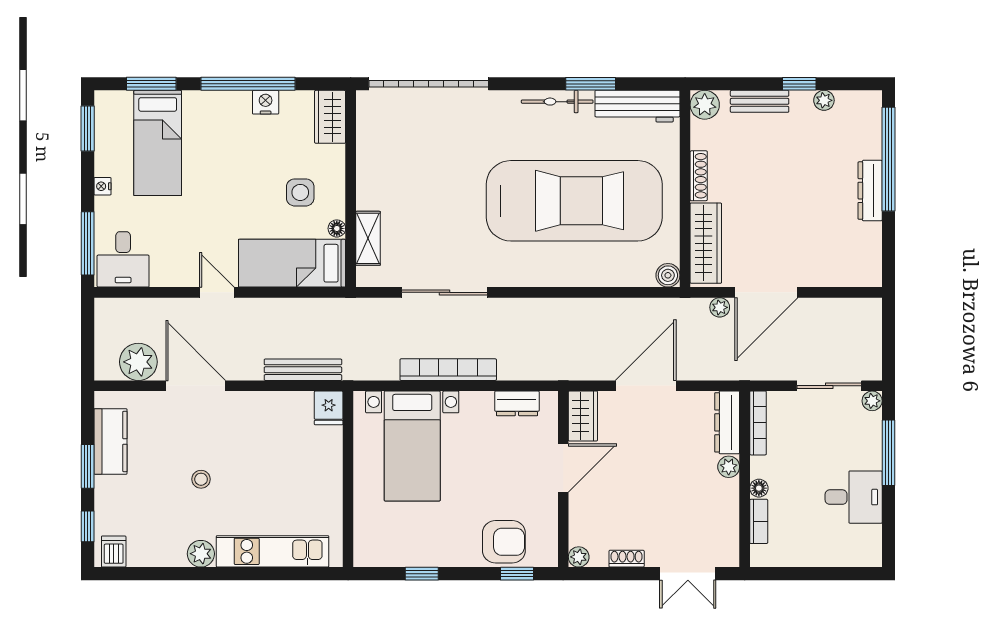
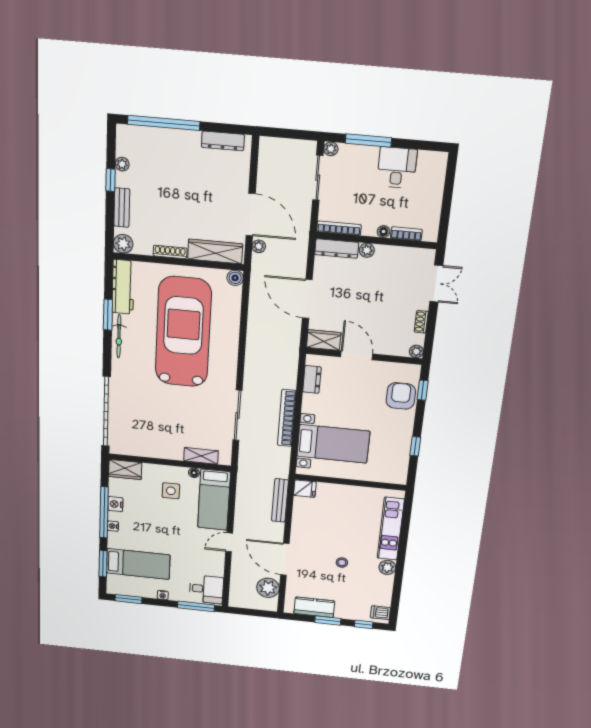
nightstand: (224, 99) -> (113, 526), added
dresser: (870, 191) -> (223, 141), moved
door: (196, 386) -> (285, 559), hinge flipped

